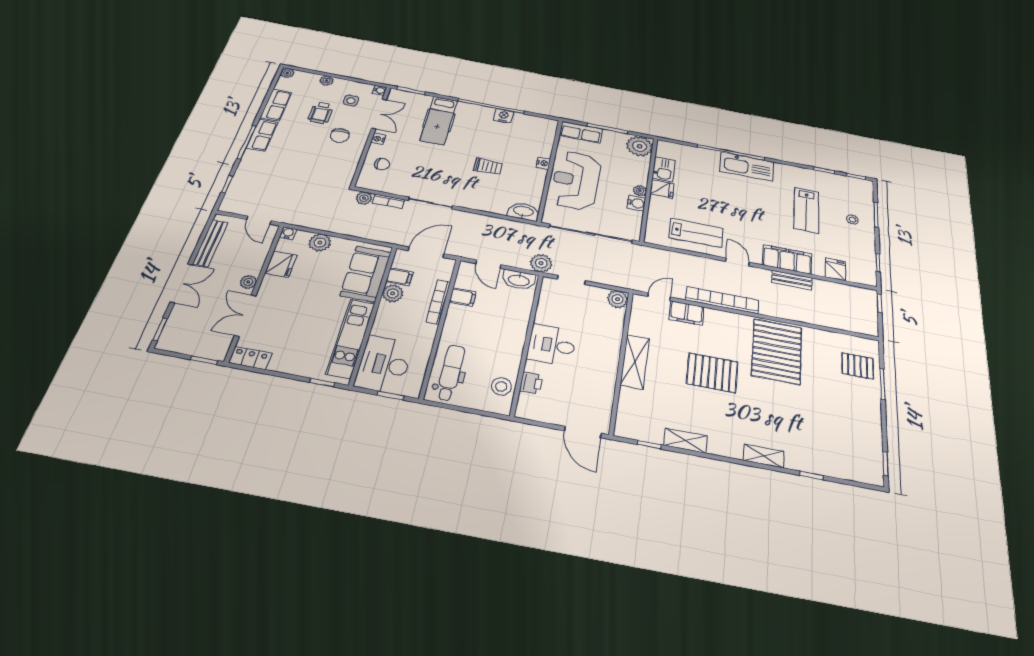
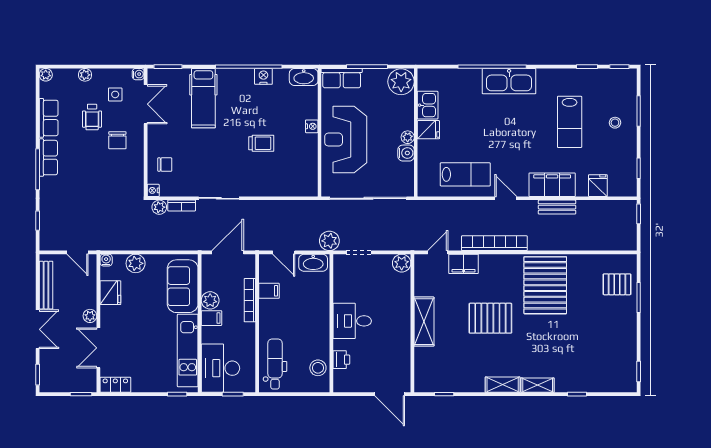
nightstand: (378, 139) -> (153, 190), moved
washbasin: (523, 212) -> (304, 77), moved, turned 180
filing cabinet: (399, 277) -> (211, 318), moved
shelving: (685, 441) -> (503, 385), moved

